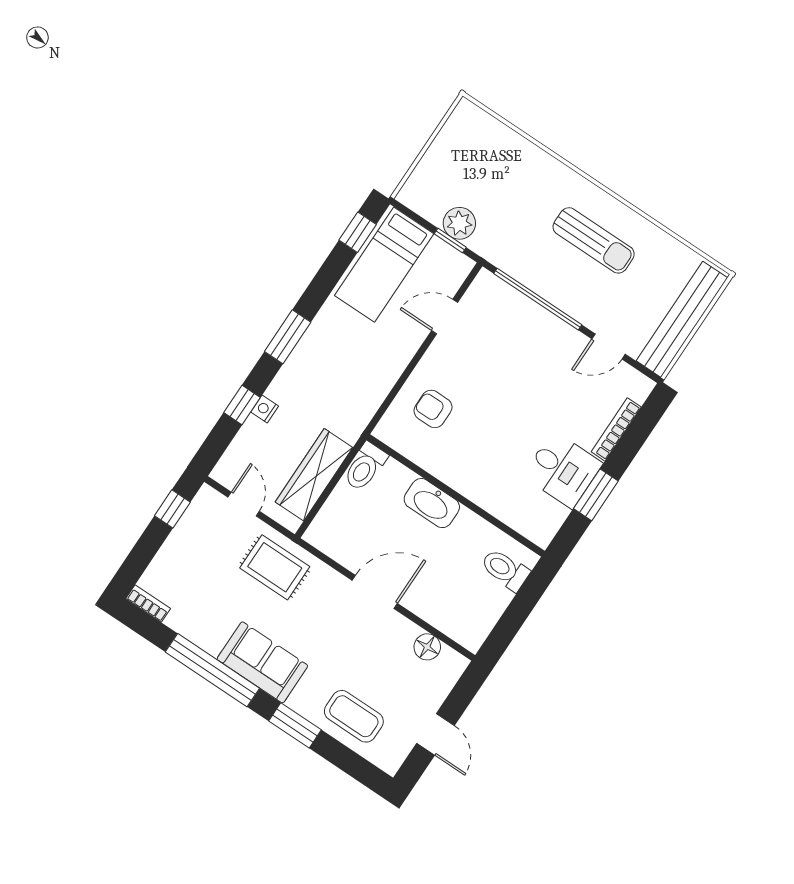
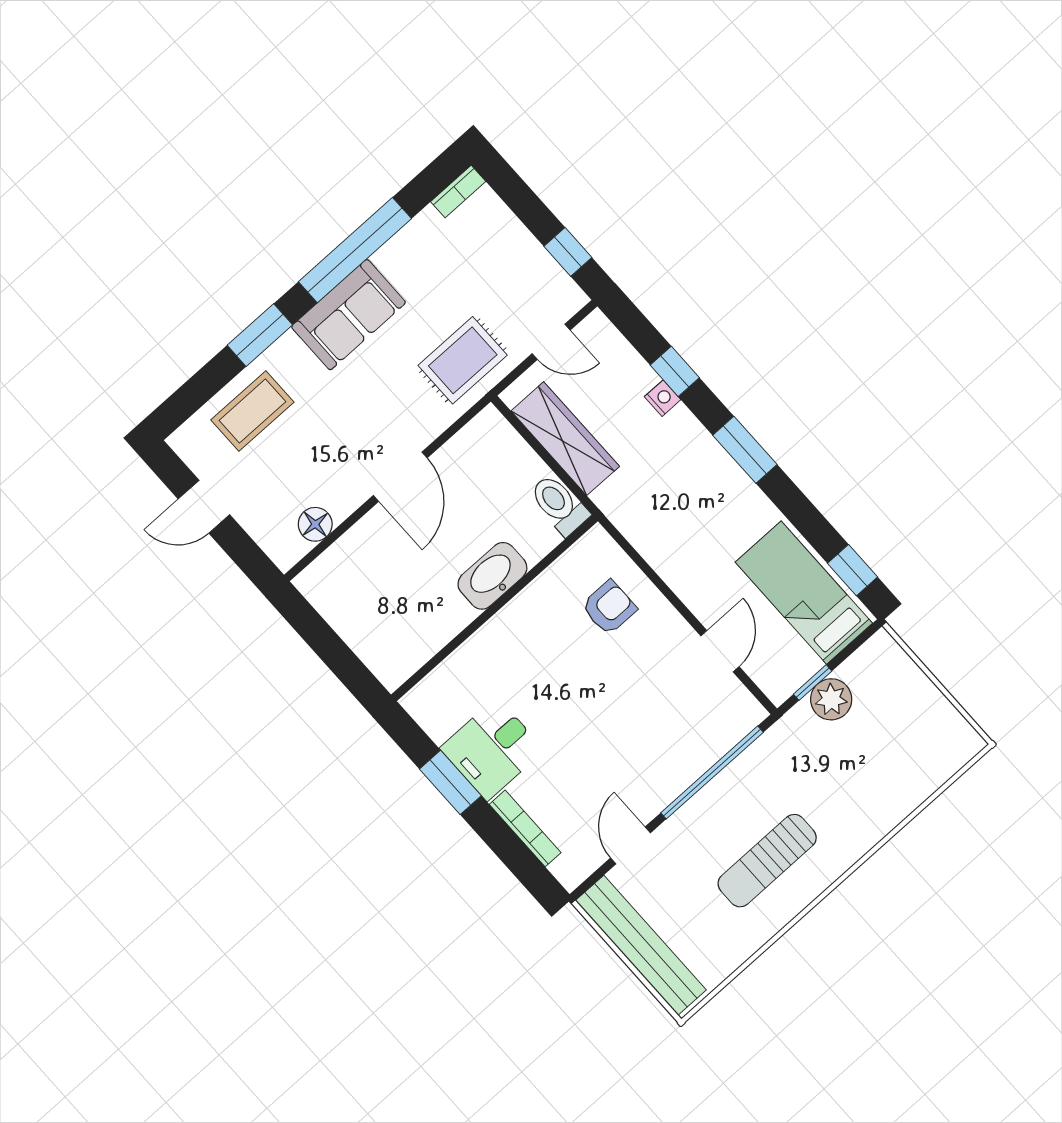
toilet: (505, 570) -> (386, 646), removed

